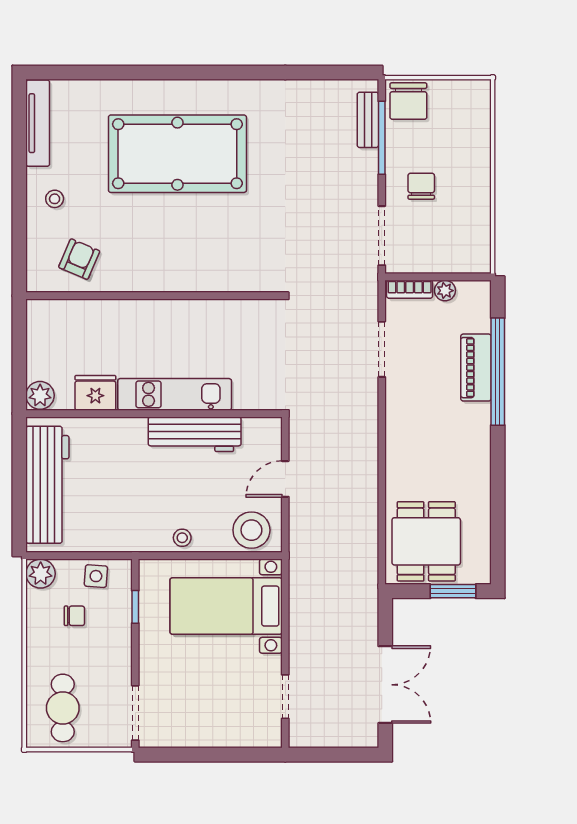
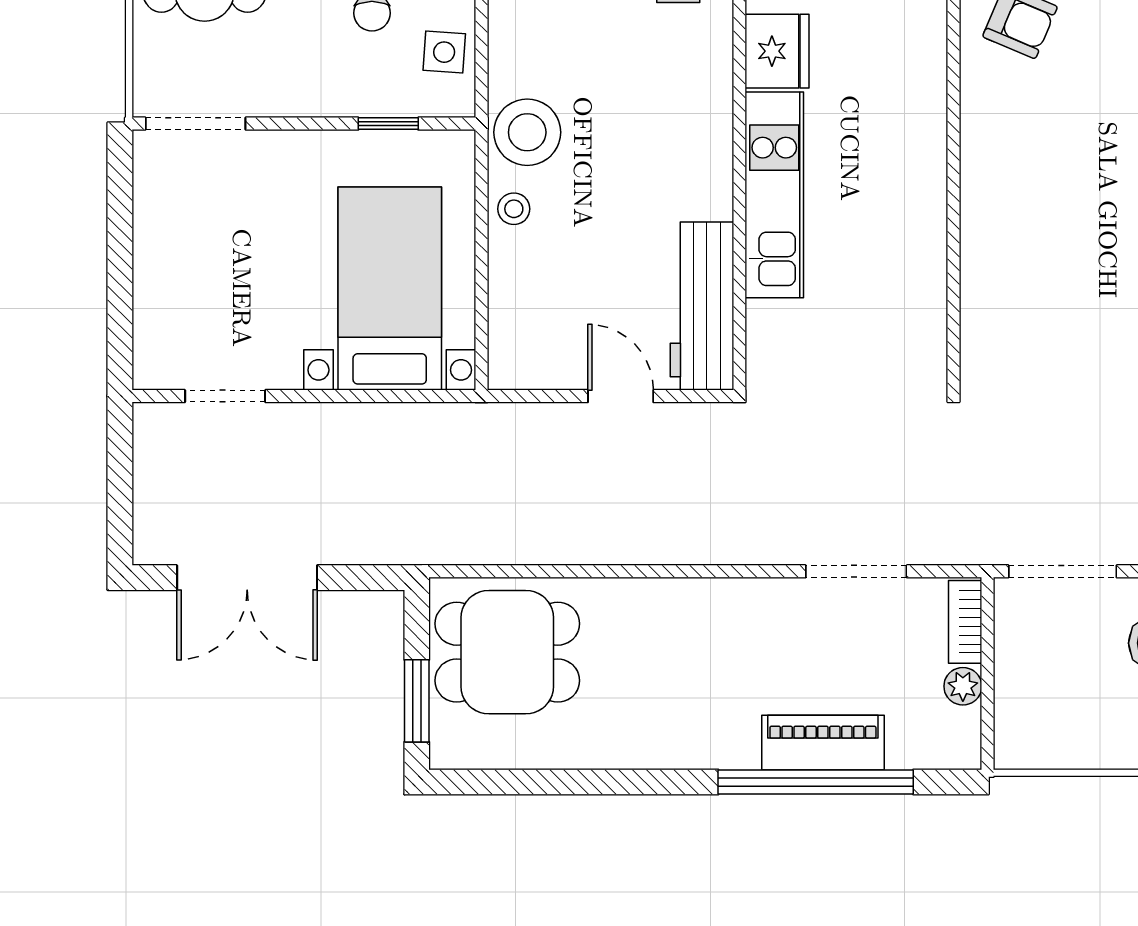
workbench: (195, 434) -> (702, 306), moved
stool: (251, 530) -> (527, 132), moved

